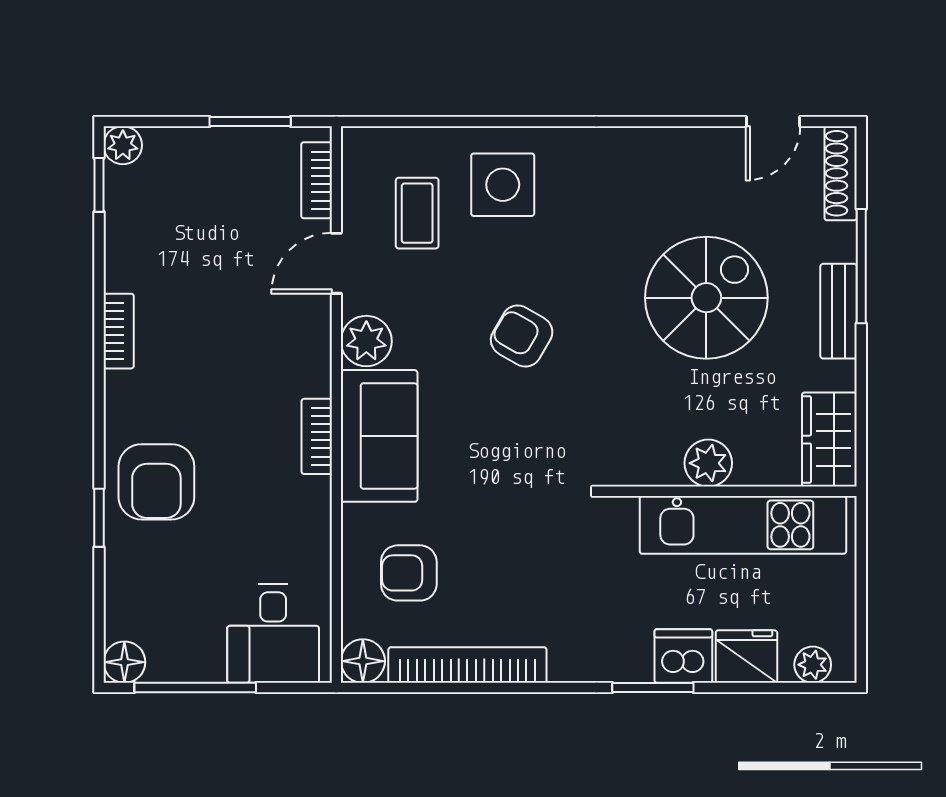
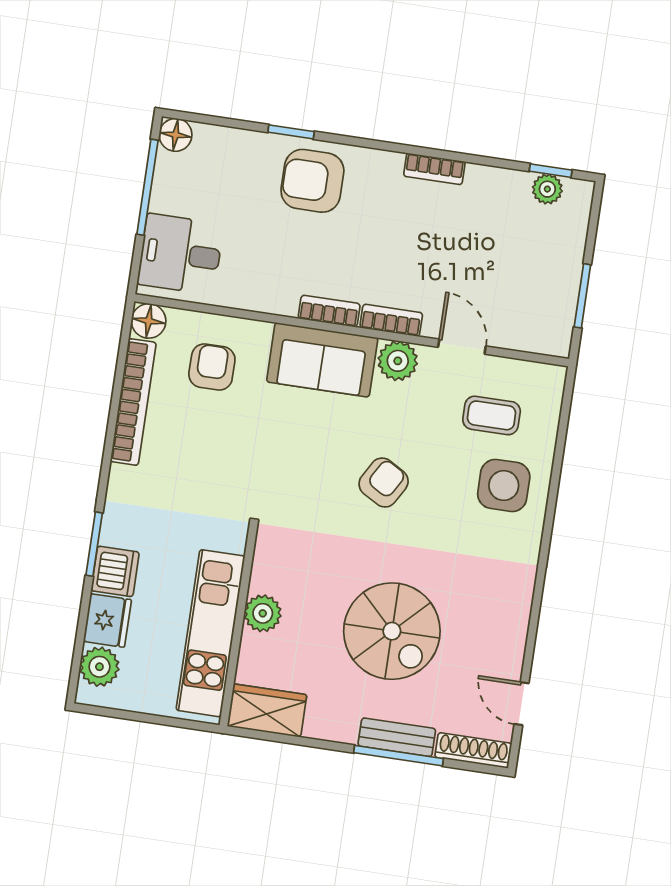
plant: (123, 145) -> (547, 189), moved
bookcase: (317, 180) -> (391, 320), moved
bench: (839, 311) -> (397, 737), moved
plant: (813, 665) -> (99, 667), width x1.38, depth x1.38

